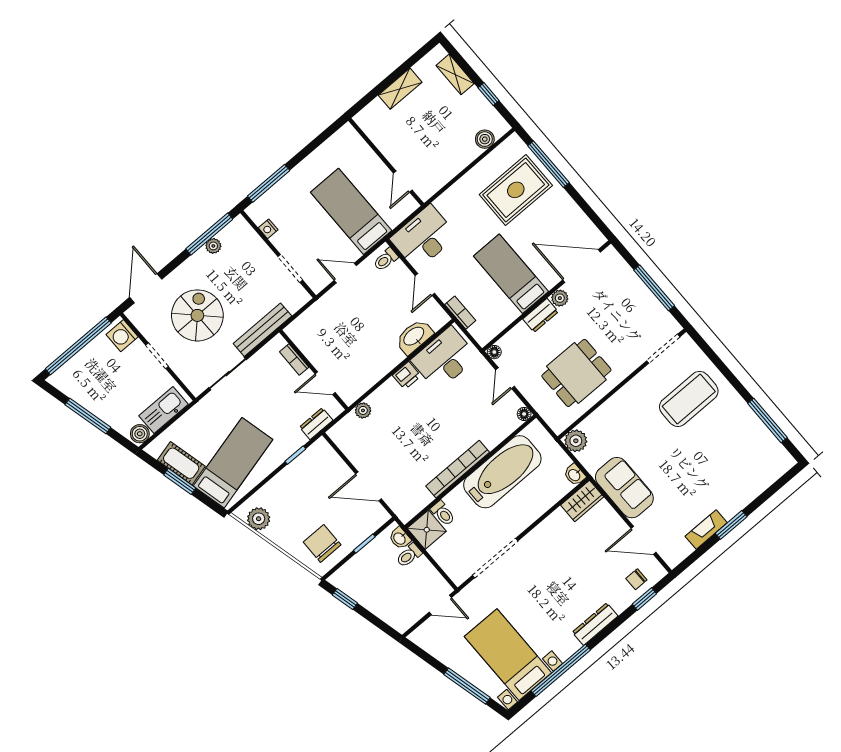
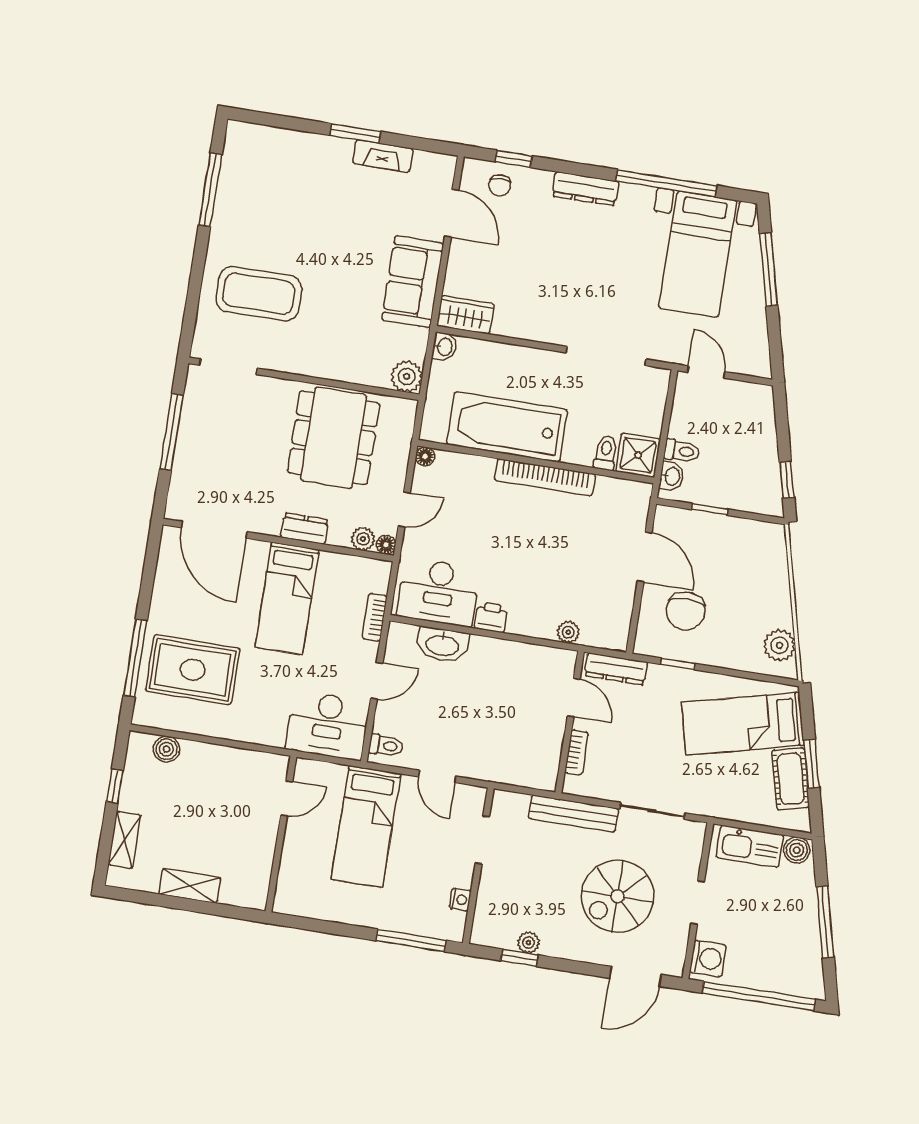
window: (209, 234) -> (519, 958), width x0.46
plant: (560, 298) -> (363, 539), moved
dining table: (576, 373) -> (334, 438), width x1.38
dresser: (316, 424) -> (616, 669), width x1.44
chair: (322, 543) -> (686, 611), moved
chair: (636, 579) -> (500, 185), turned 89

